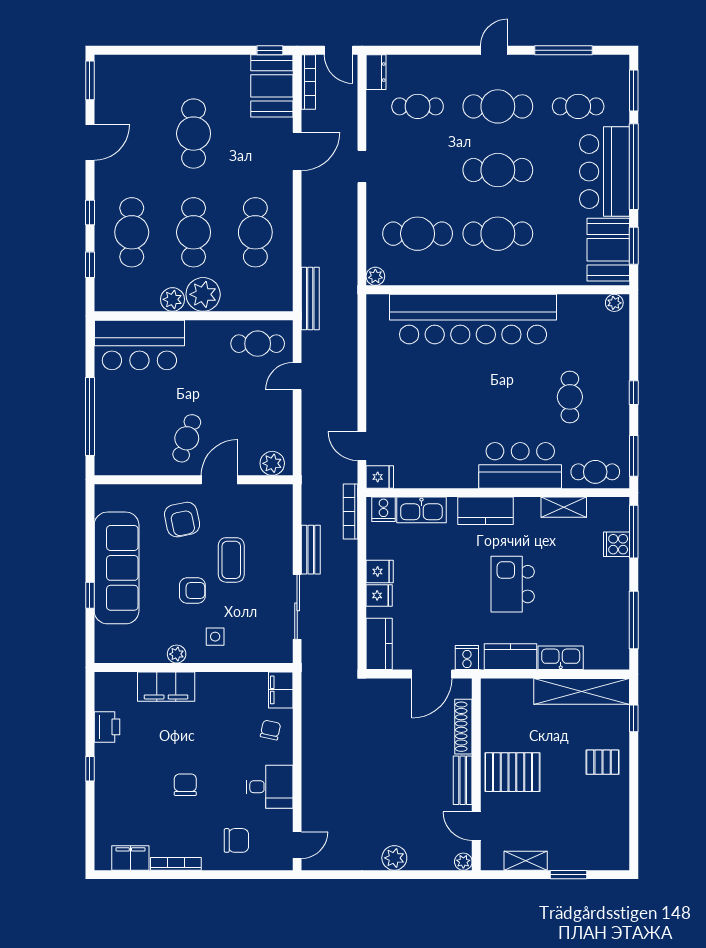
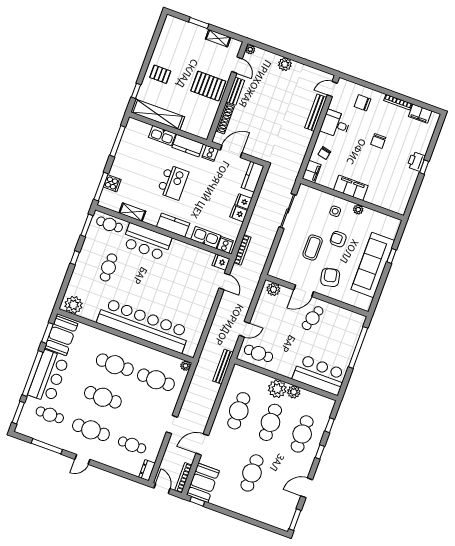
plant: (614, 303) -> (73, 305), width x1.87, depth x1.87
bench: (311, 550) -> (316, 113), moved, width x1.36
filing cabinet: (166, 687) -> (351, 188), moved
printer: (107, 727) -> (416, 161), moved

